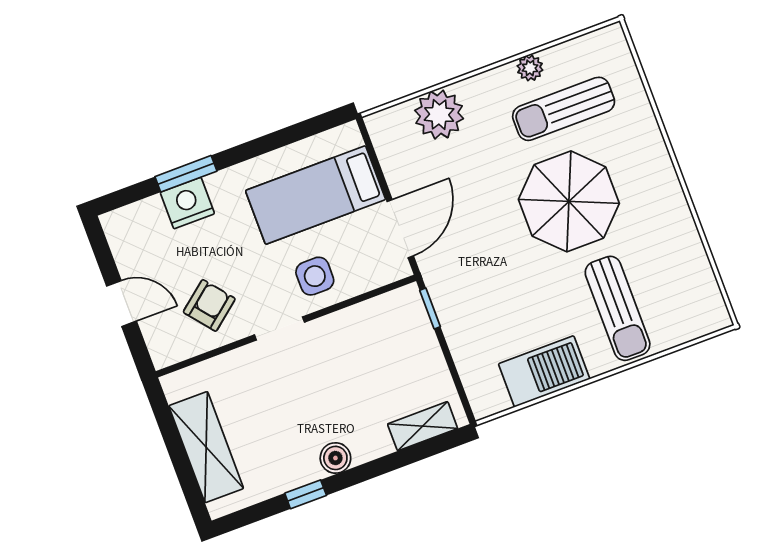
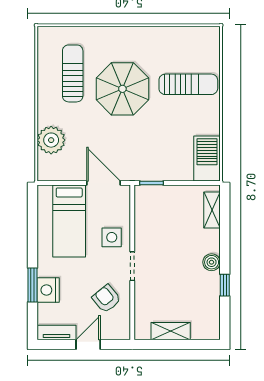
plant: (530, 68) -> (45, 83), removed
sun lounger: (564, 109) -> (73, 73), turned 180
tv unit: (122, 243) -> (57, 332), added
barbecue: (544, 371) -> (207, 158), moved
shelving: (206, 447) -> (171, 331), width x0.67, depth x0.75

